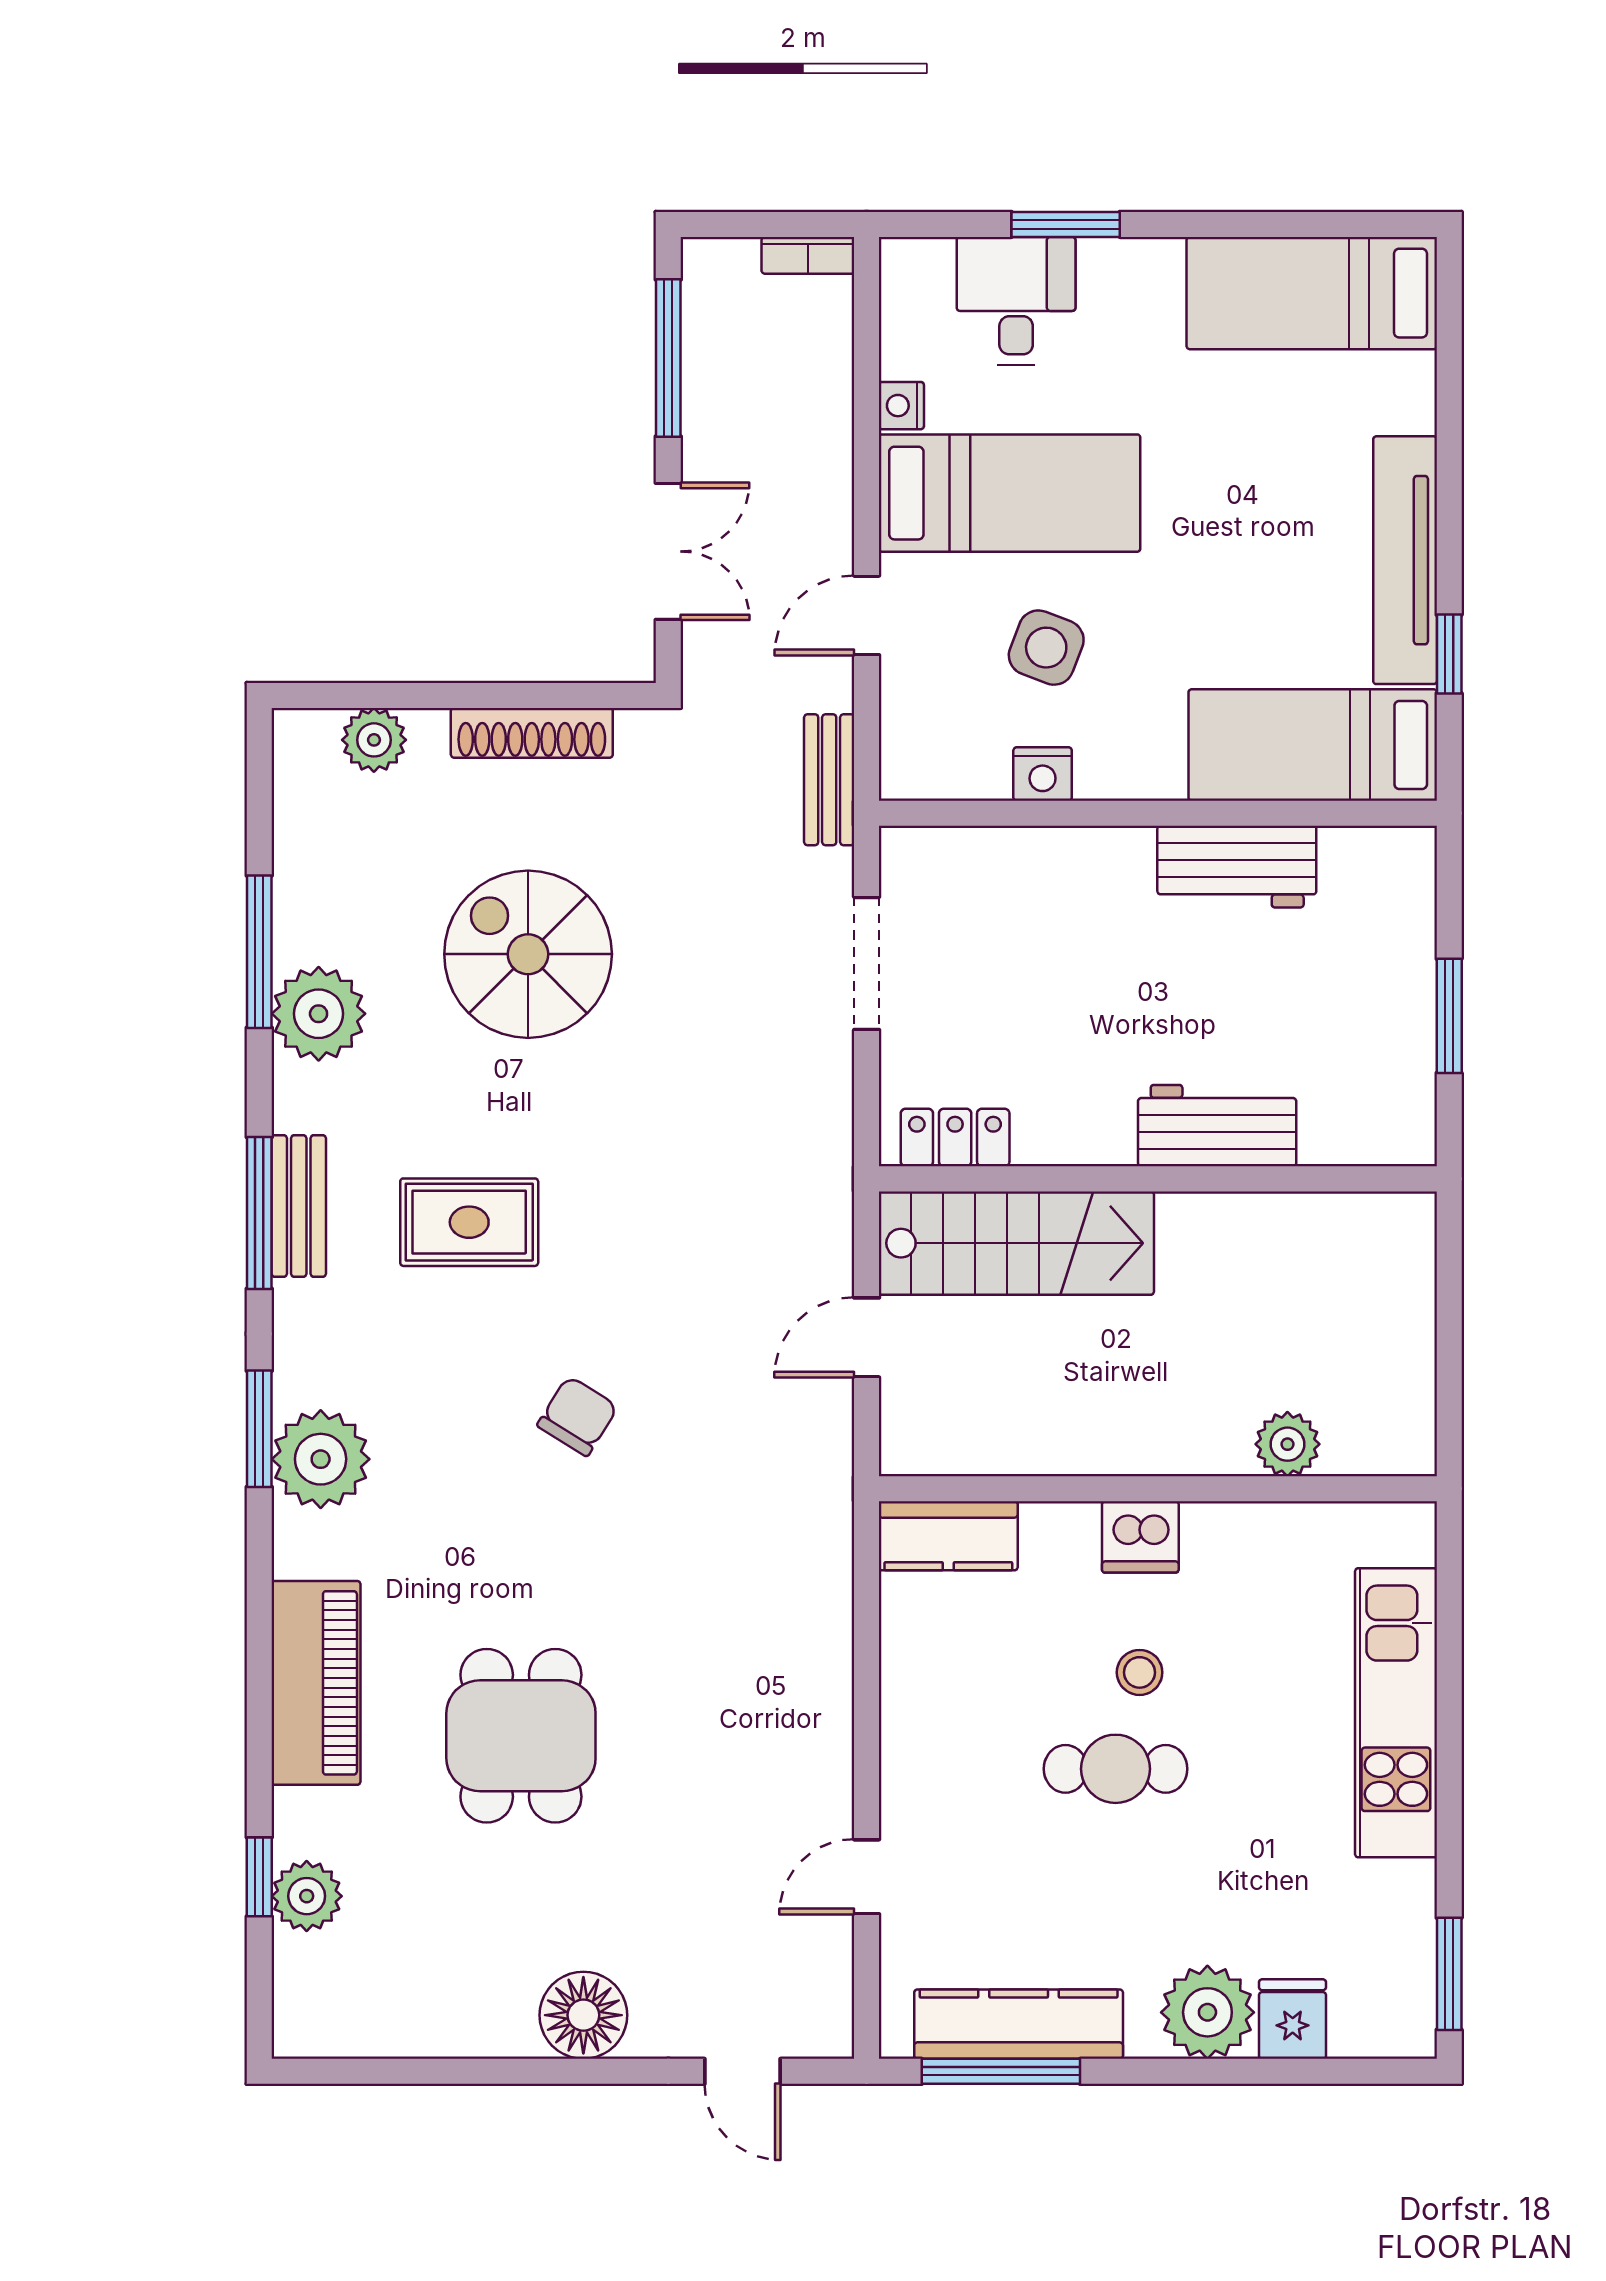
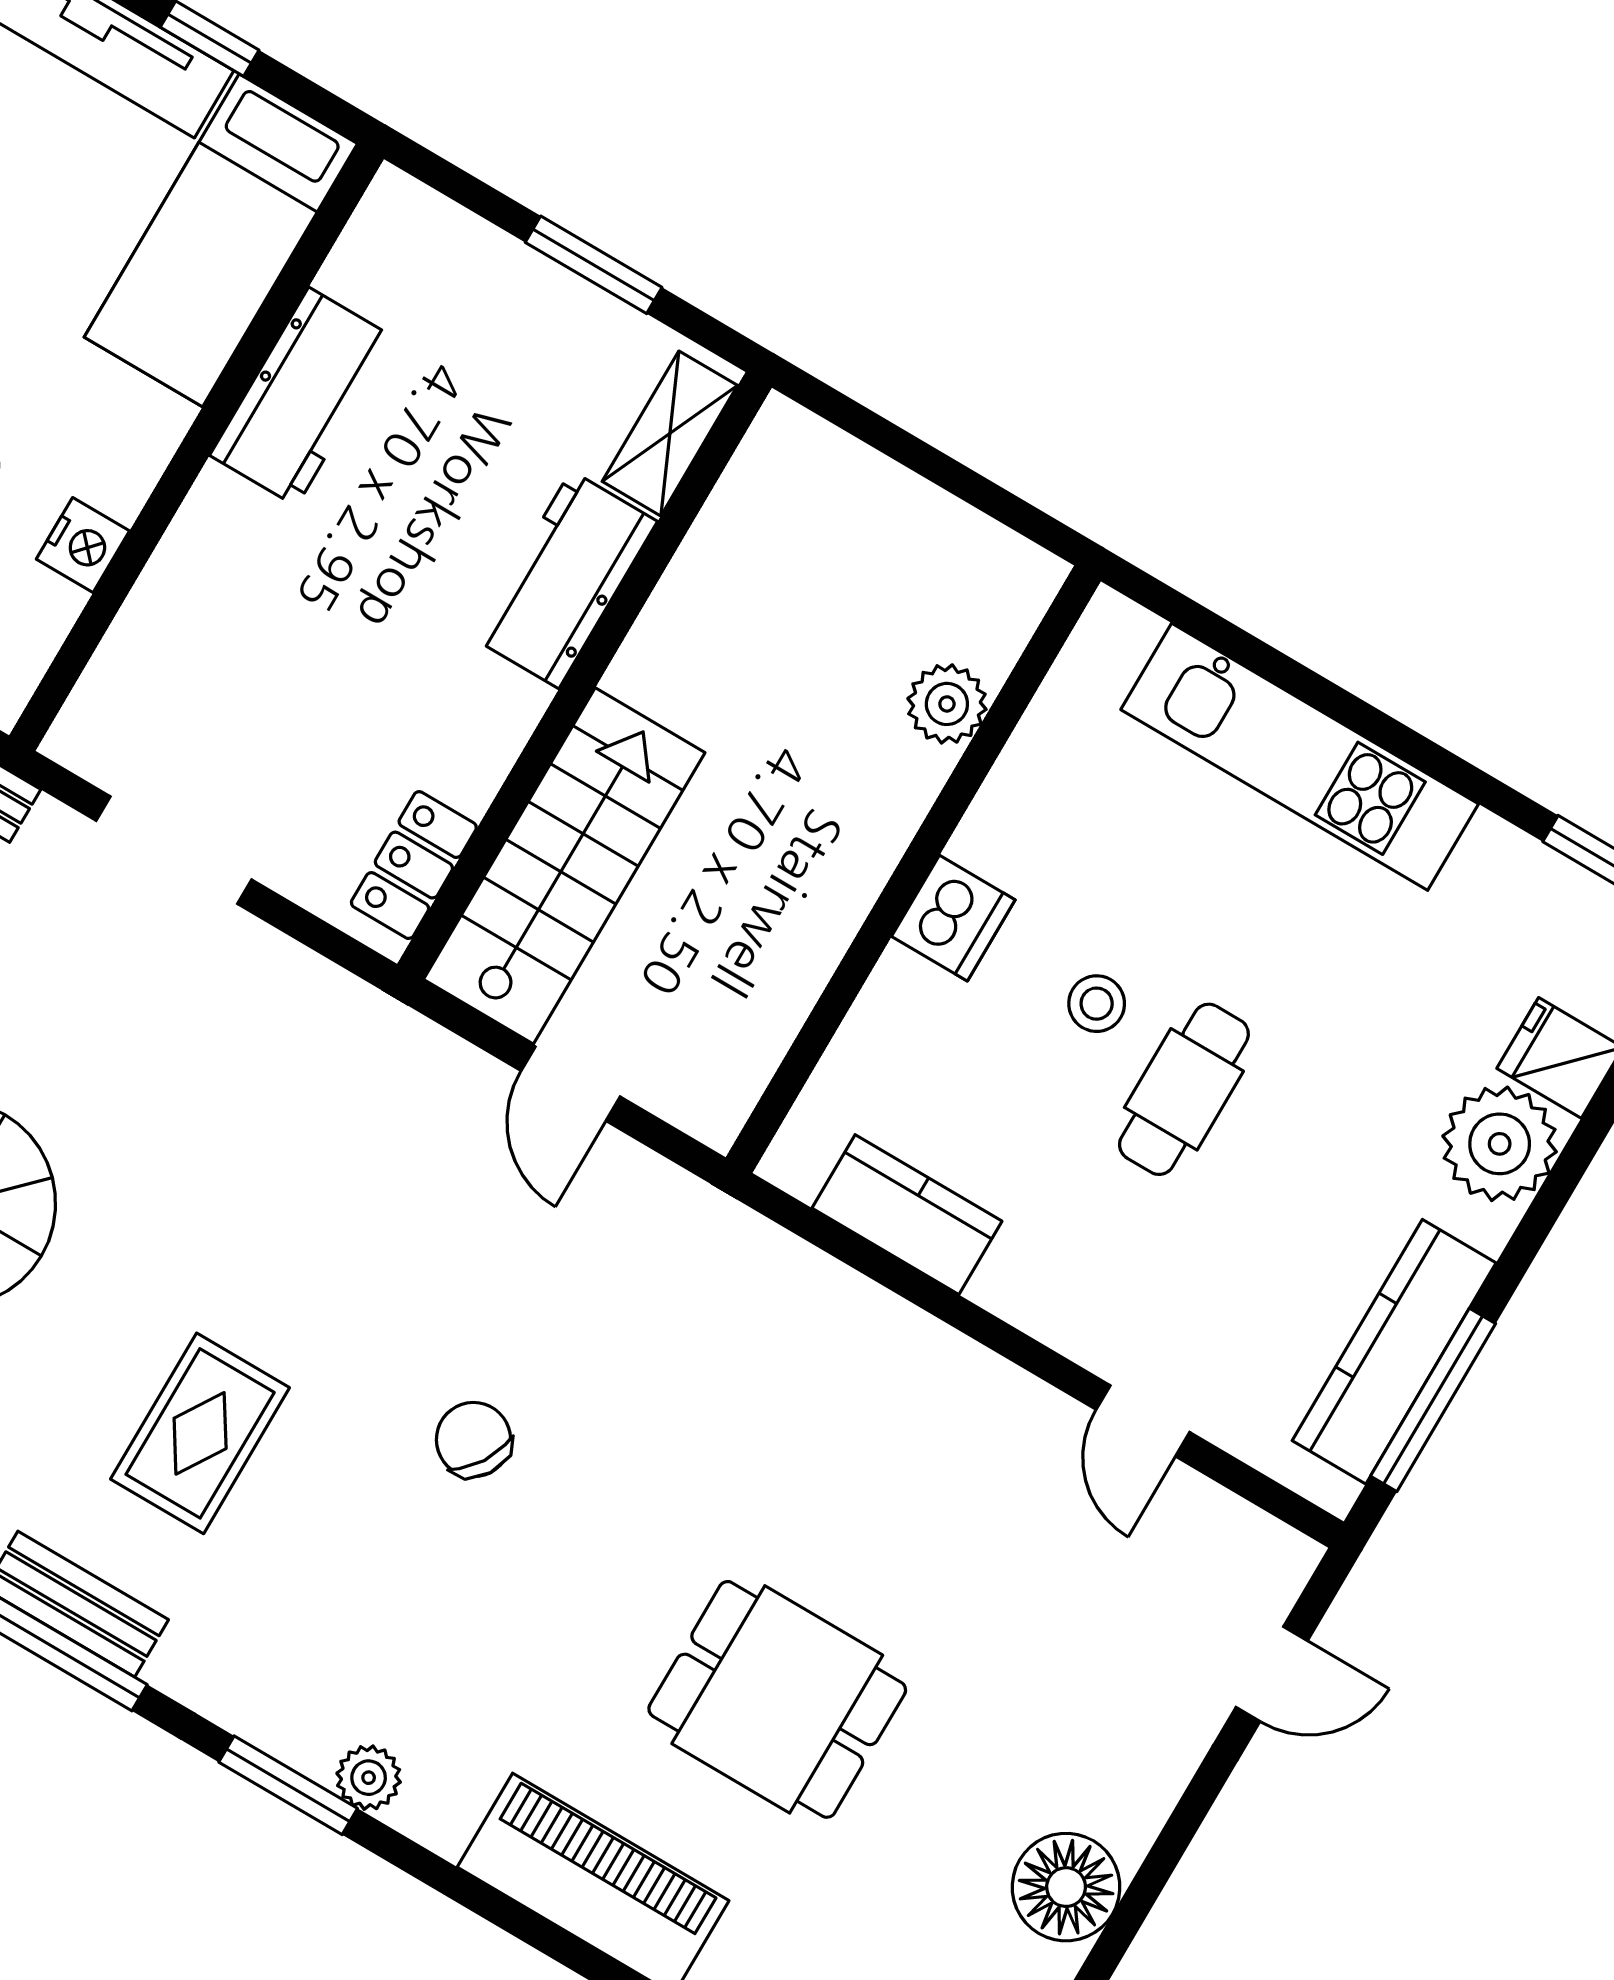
shelving: (1363, 1139) -> (670, 433), added
plant: (321, 1459) -> (369, 1778), width x0.53, depth x0.53
kitchen counter: (948, 1536) -> (907, 1215), moved, turned -90
floor lamp: (583, 2015) -> (1066, 1887), moved

